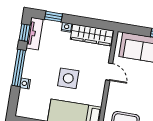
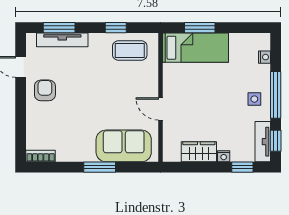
wardrobe: (92, 35) -> (199, 152), width x0.67
side table: (68, 78) -> (254, 99), moved, width x0.54, depth x0.54
nightstand: (25, 83) -> (265, 57), moved

